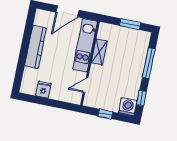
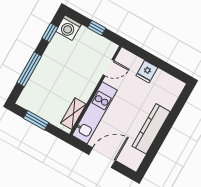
shelving: (99, 52) -> (73, 114), moved
fridge: (43, 90) -> (147, 72), moved

